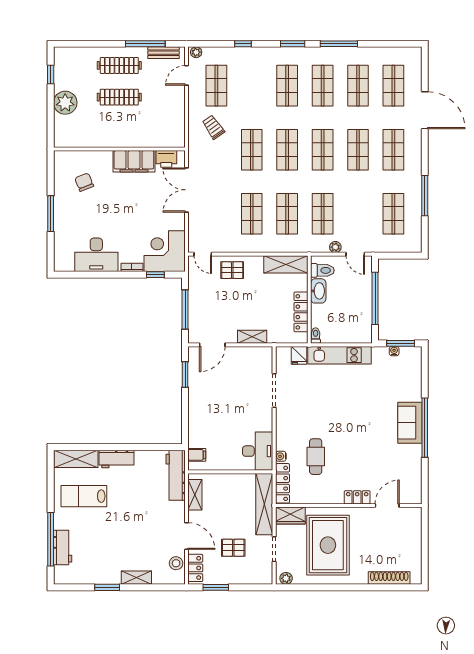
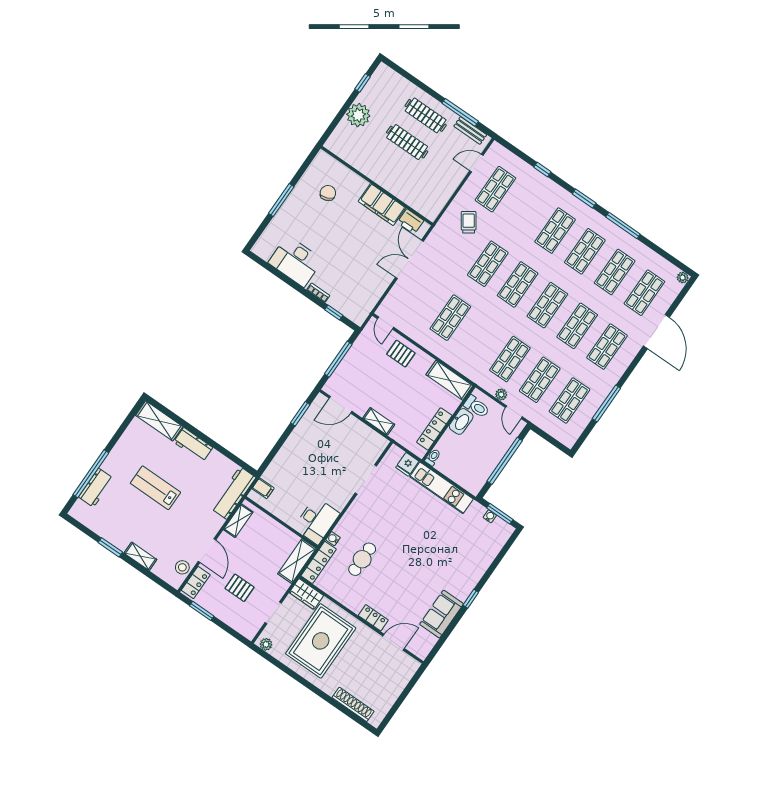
plant: (196, 52) -> (683, 278), moved
shop shelf: (287, 214) -> (540, 380), moved
corner desk: (165, 251) -> (355, 298), removed
sofa: (410, 423) -> (442, 614), moved
window: (425, 428) -> (471, 599), width x0.32
lab bench: (84, 496) -> (155, 488), moved
shelving: (264, 504) -> (297, 561), width x0.68

